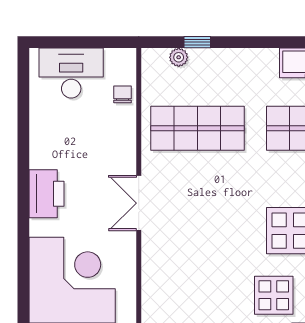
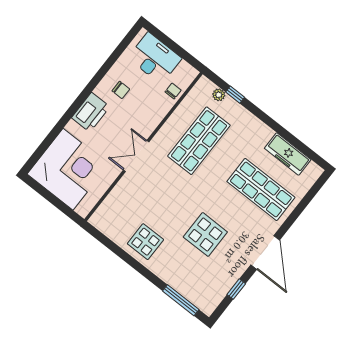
shop shelf: (197, 128) -> (199, 141), turned 90
chair: (61, 141) -> (121, 90), added
display table: (274, 295) -> (145, 242), moved

